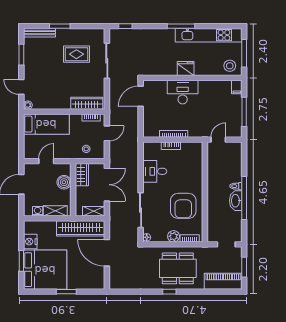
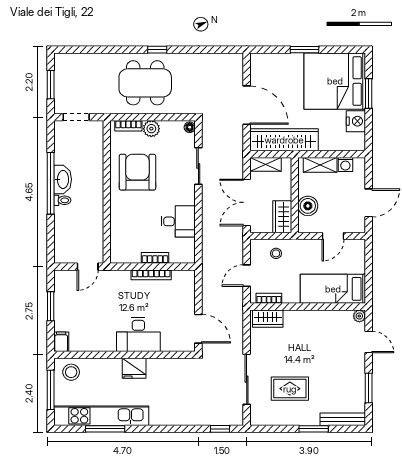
window: (181, 26) -> (105, 429), moved
door: (141, 96) -> (198, 329), hinge flipped
wardrobe: (87, 103) -> (268, 319), width x0.67
window: (244, 112) -> (51, 306), width x0.69
sliding door: (141, 210) -> (198, 166), width x0.73
piano: (223, 281) -> (81, 65), removed

